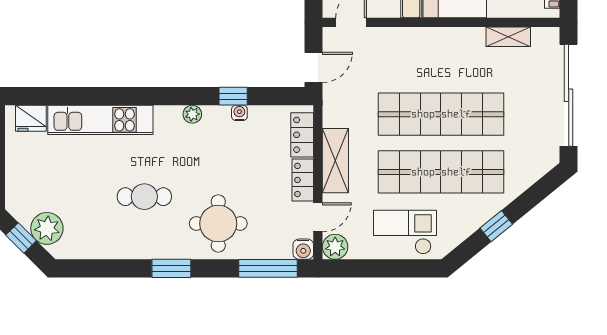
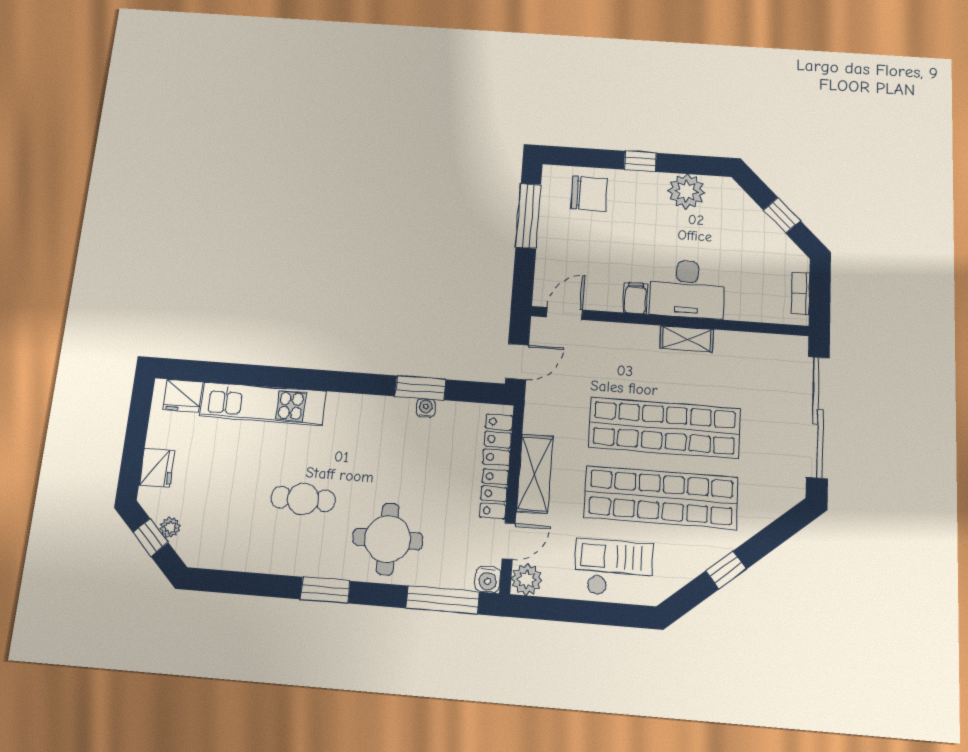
shelving: (508, 37) -> (687, 339), moved
window: (233, 96) -> (420, 388), width x1.50
plant: (192, 114) -> (371, 405), removed
fridge: (18, 181) -> (157, 468), added
plant: (47, 228) -> (170, 527), width x0.53, depth x0.53

